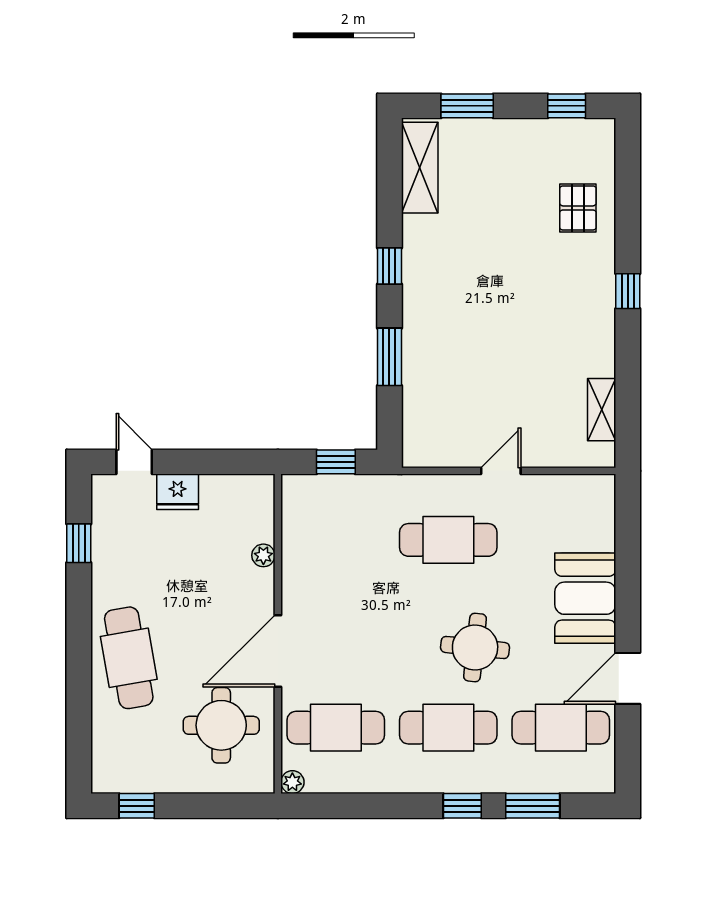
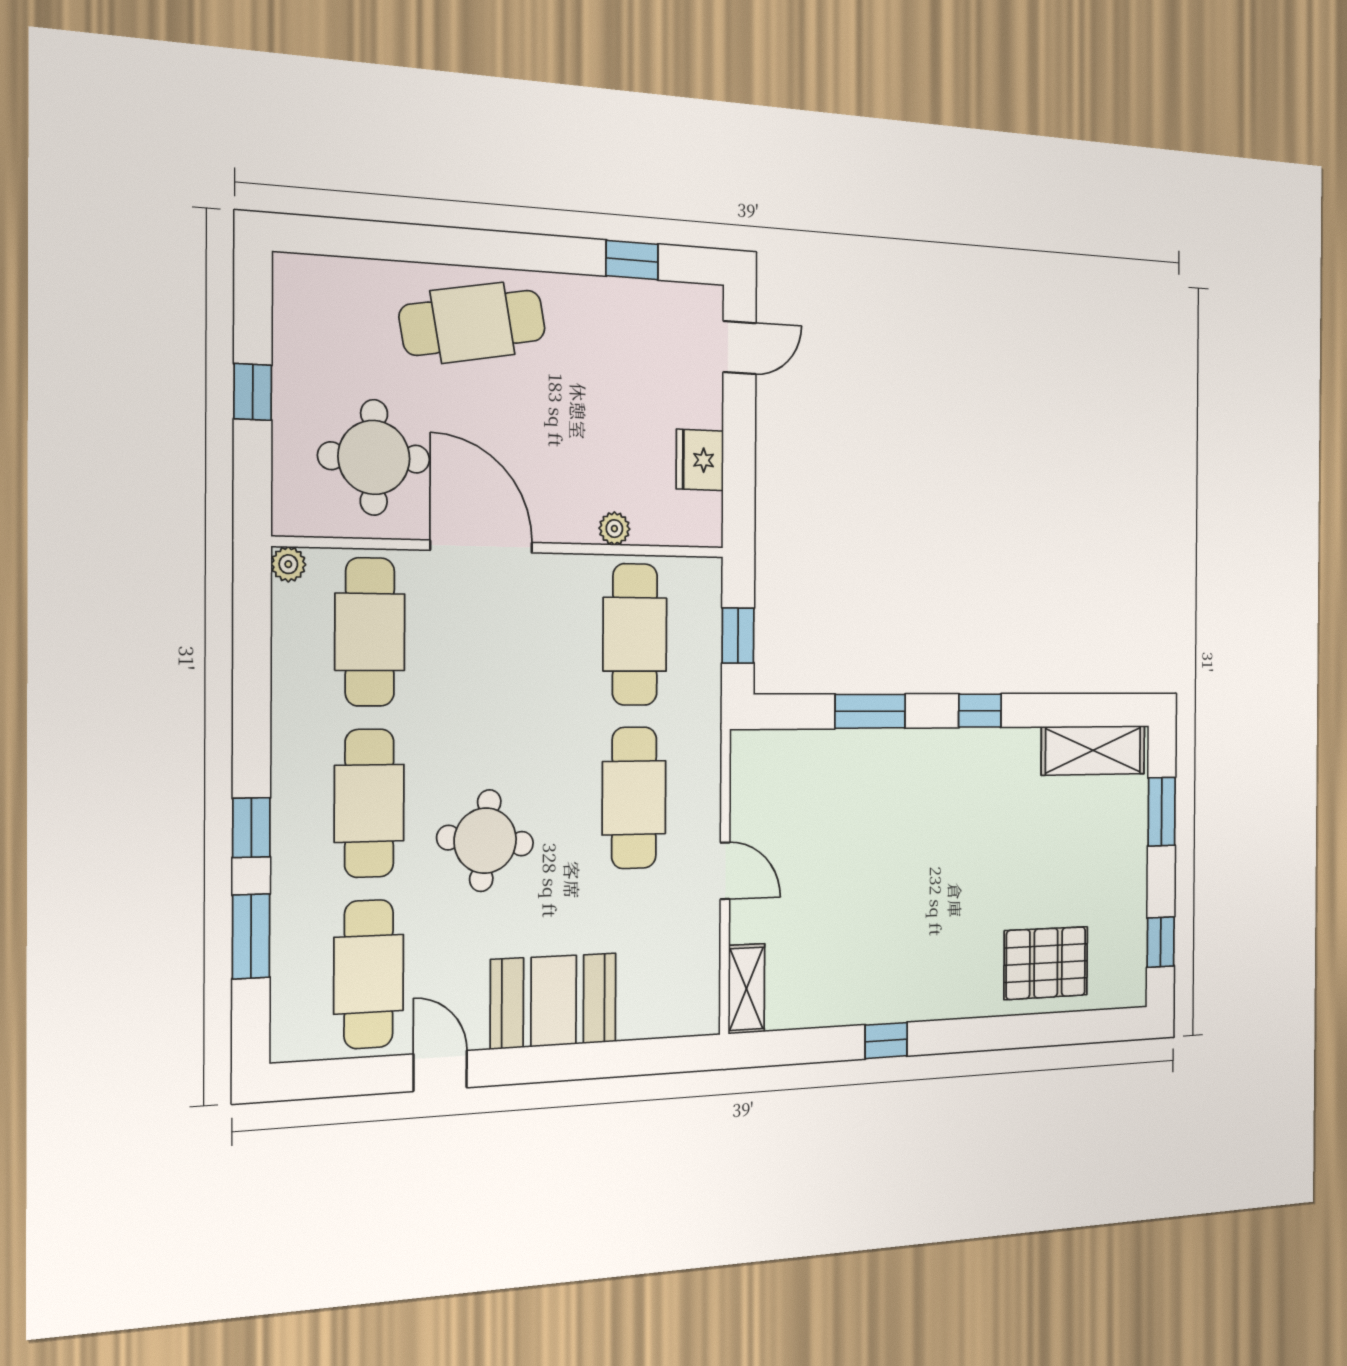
pallet: (578, 208) -> (1046, 963), width x1.50, depth x1.42
window: (628, 291) -> (886, 1041), moved
shelving: (602, 410) -> (746, 989), moved, turned 90
fridge: (178, 492) -> (700, 460), moved
cafe table: (336, 540) -> (635, 634), added
door: (628, 678) -> (440, 1071), width x0.73
window: (137, 806) -> (253, 392), moved

